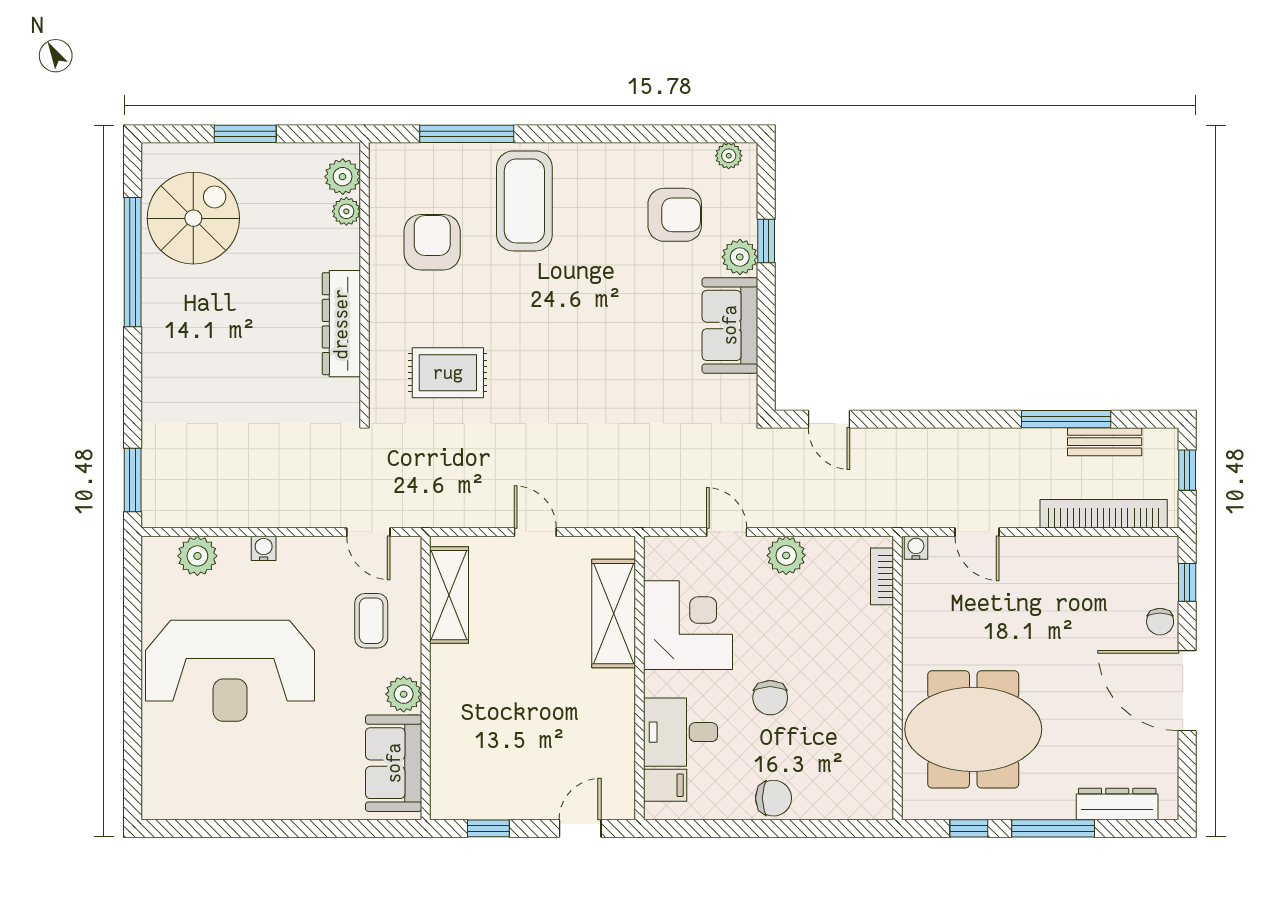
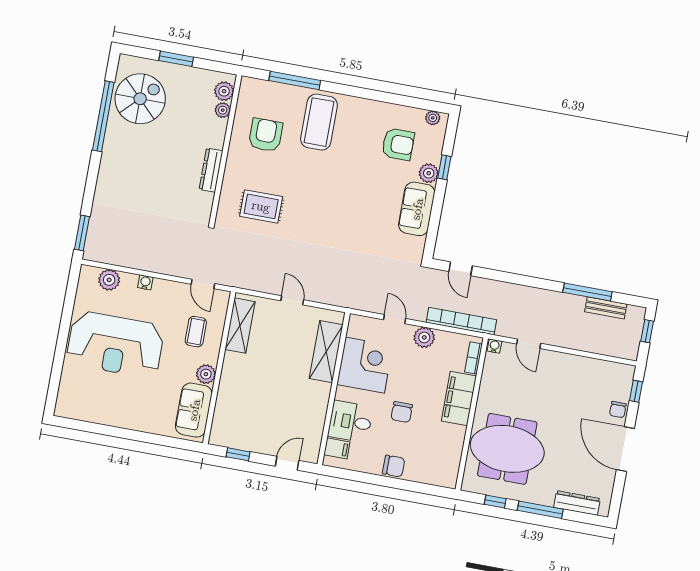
dresser: (341, 324) -> (211, 170), width x0.73, depth x0.80
bookcase: (1104, 514) -> (461, 321), moved
filing cabinet: (869, 654) -> (459, 399), added

